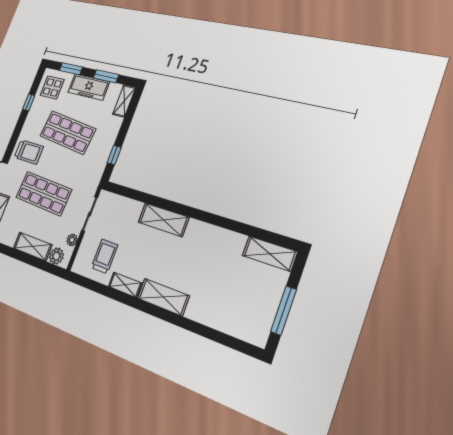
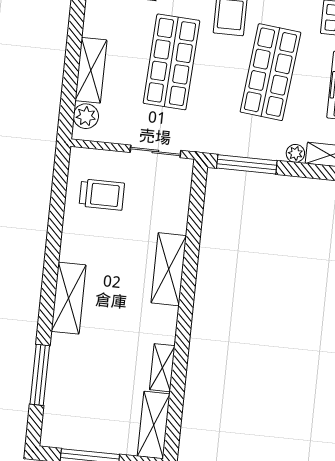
window: (114, 155) -> (247, 164), width x2.17
plant: (72, 240) -> (295, 153), moved
shelving: (125, 285) -> (162, 368), moved
window: (211, 334) -> (40, 375), added

